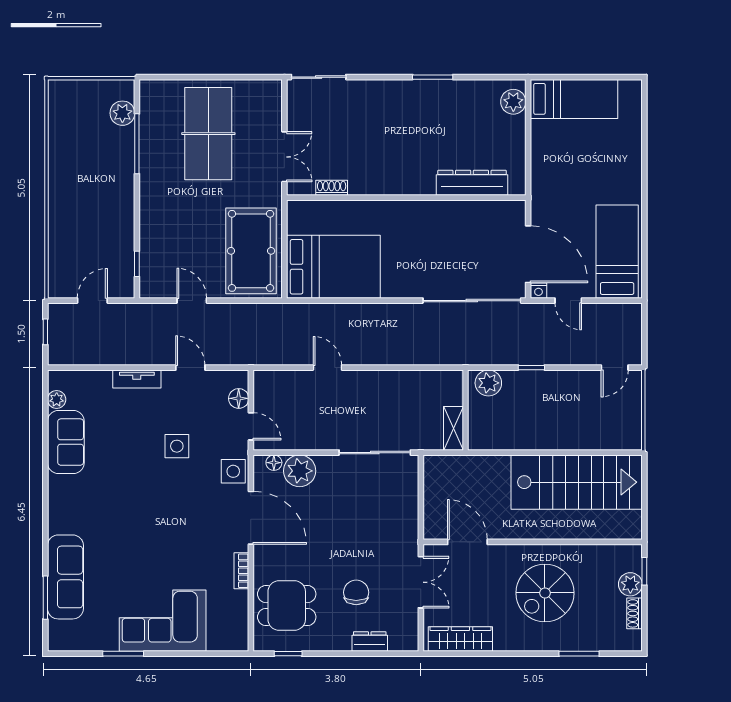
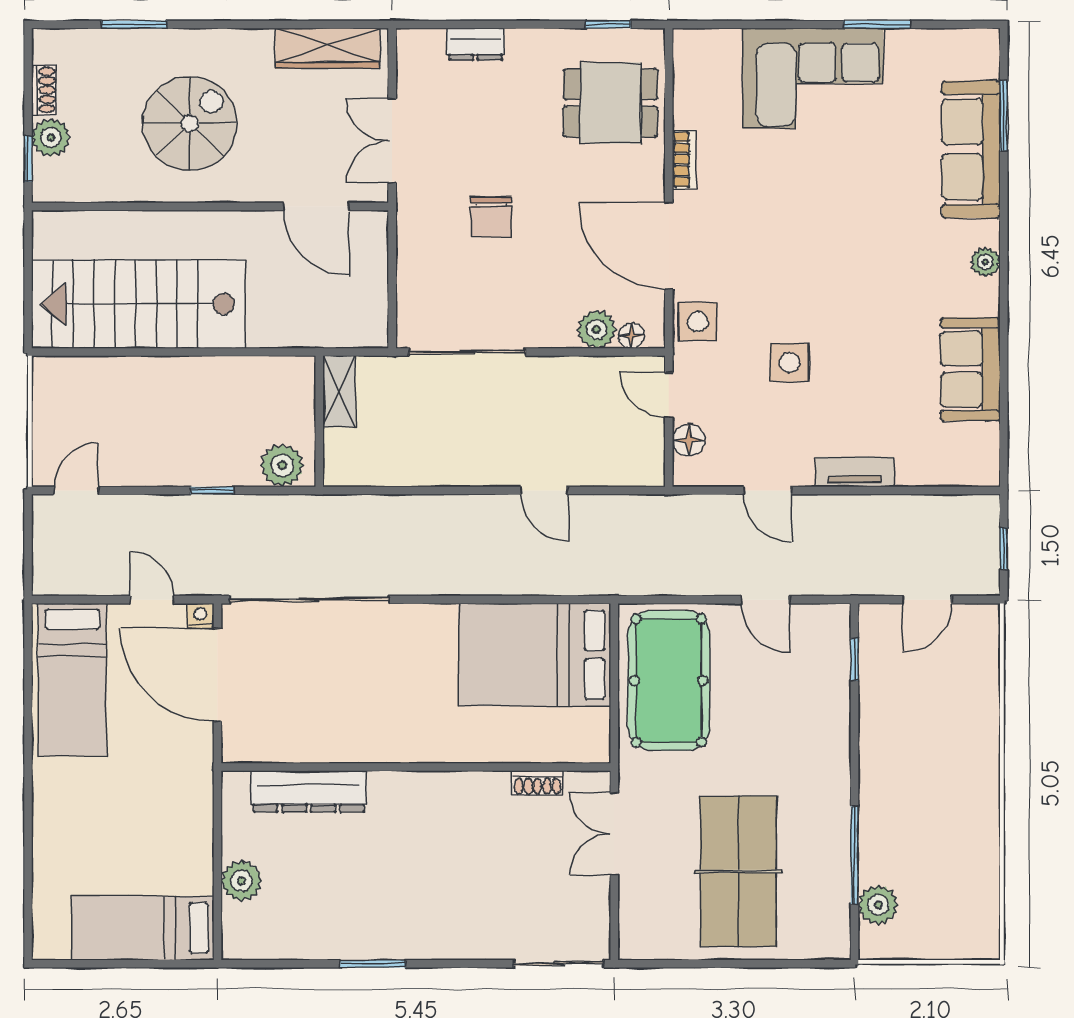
plant: (513, 102) -> (241, 881), moved
plant: (57, 400) -> (985, 262), moved
plant: (300, 471) -> (597, 329), width x0.73, depth x0.73
chair: (356, 592) -> (491, 217), moved

